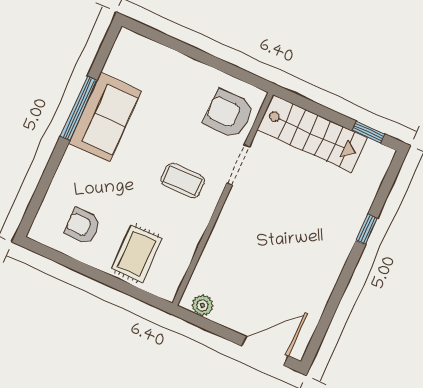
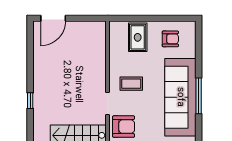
sofa: (105, 117) -> (180, 97), width x1.85, depth x1.27
plant: (203, 305) -> (94, 27), removed

